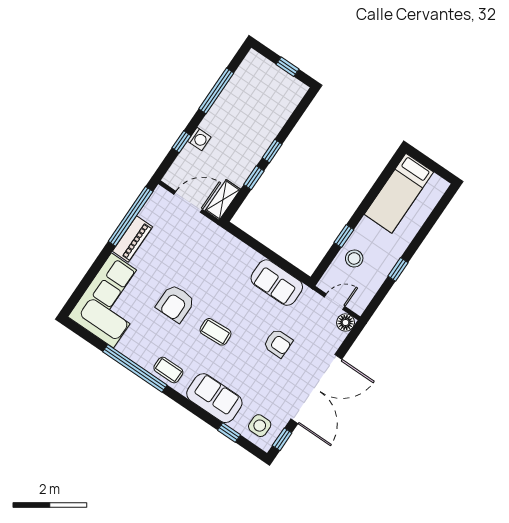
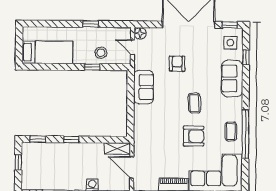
window: (254, 178) -> (38, 139), moved
coffee table: (168, 370) -> (231, 132), moved

